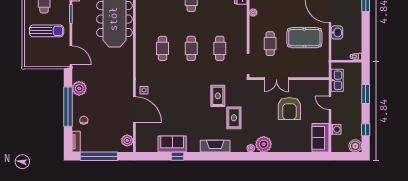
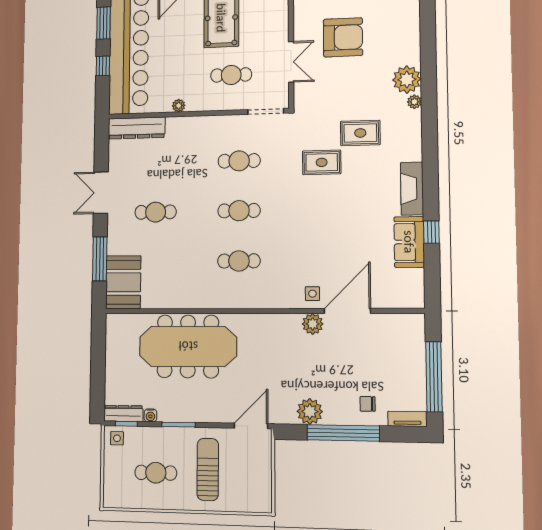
plant: (127, 141) -> (313, 324), moved
fireplace: (215, 146) -> (412, 189), moved

